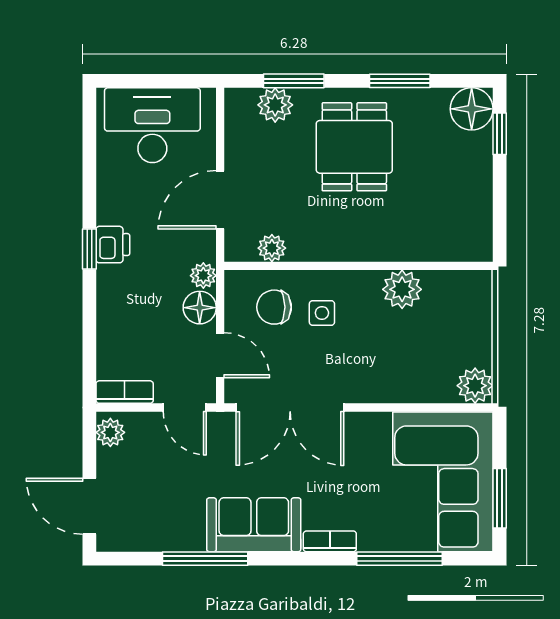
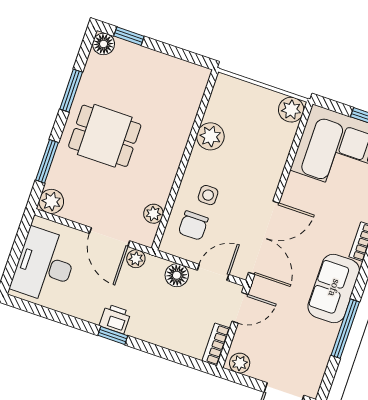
plant: (275, 105) -> (51, 201), moved
floor lamp: (472, 109) -> (104, 44), width x0.73, depth x0.73
plant: (203, 276) -> (136, 259), moved

